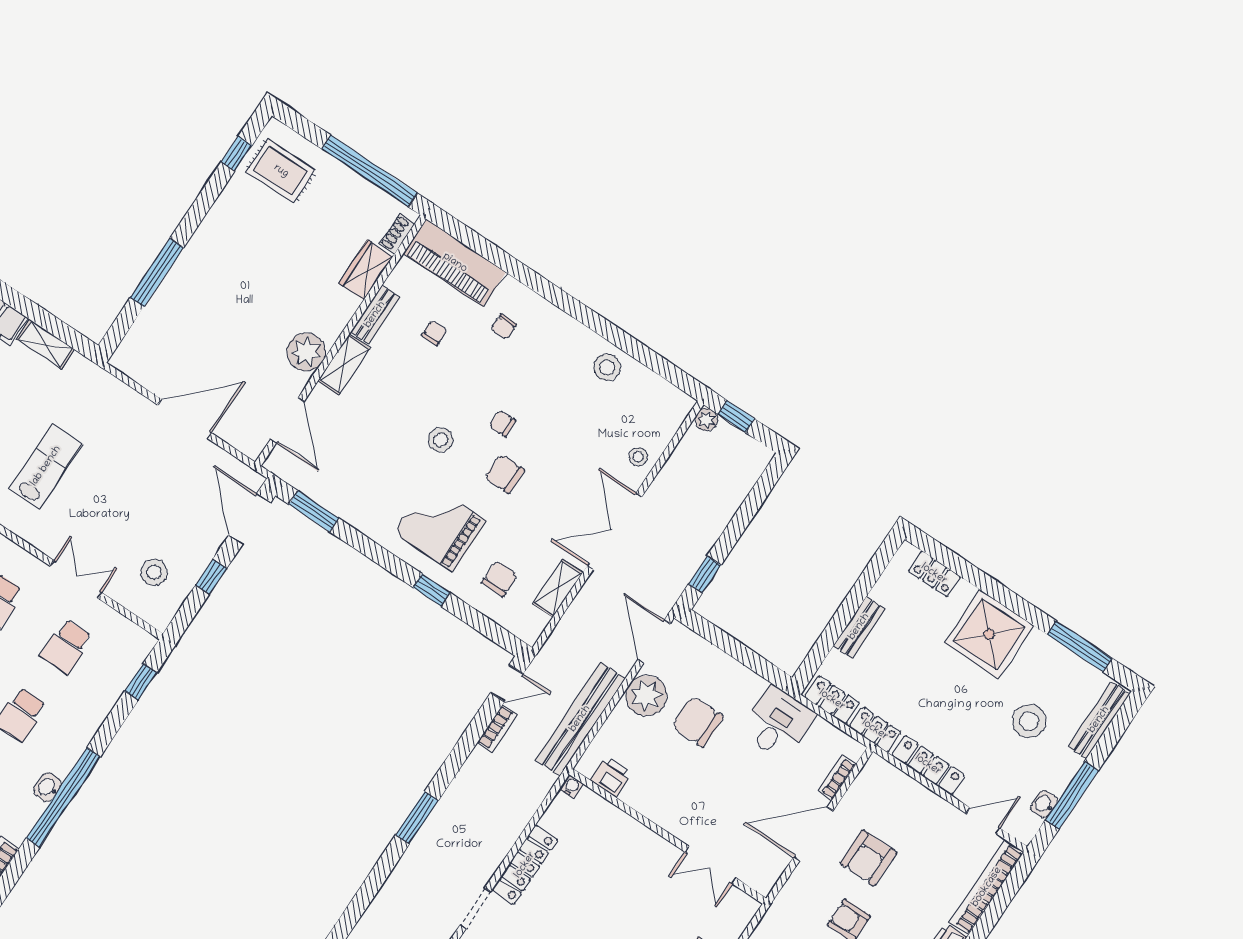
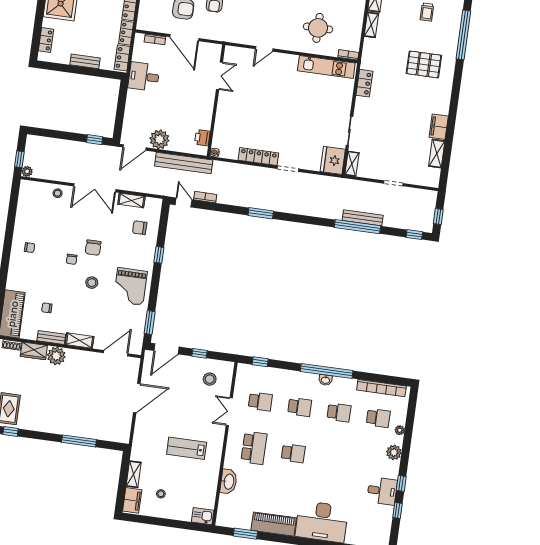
chair: (504, 327) -> (30, 248), moved
plant: (306, 352) -> (56, 356), moved
stool: (607, 367) -> (25, 226), removed
door: (185, 419) -> (137, 398), swing flipped
grand piano: (440, 527) -> (130, 286), moved
chair: (698, 722) -> (160, 112), removed

